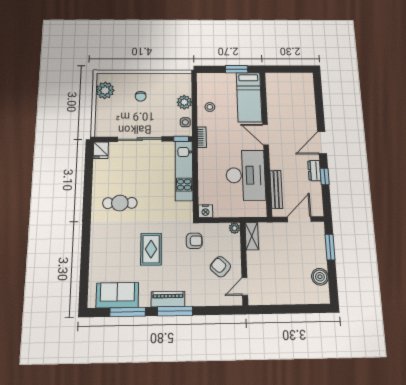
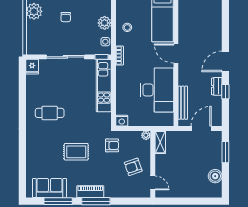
rug: (151, 249) -> (76, 152), turned 90
armchair: (220, 267) -> (133, 167), turned -61
door: (245, 286) -> (153, 183), swing flipped

